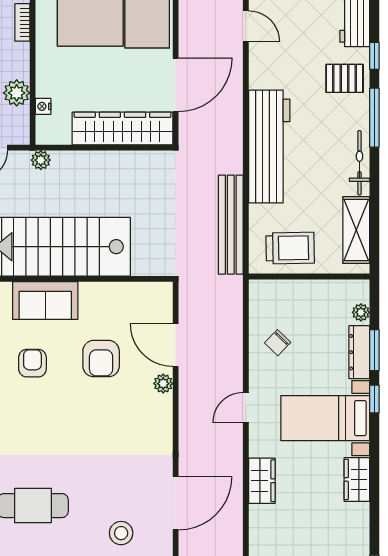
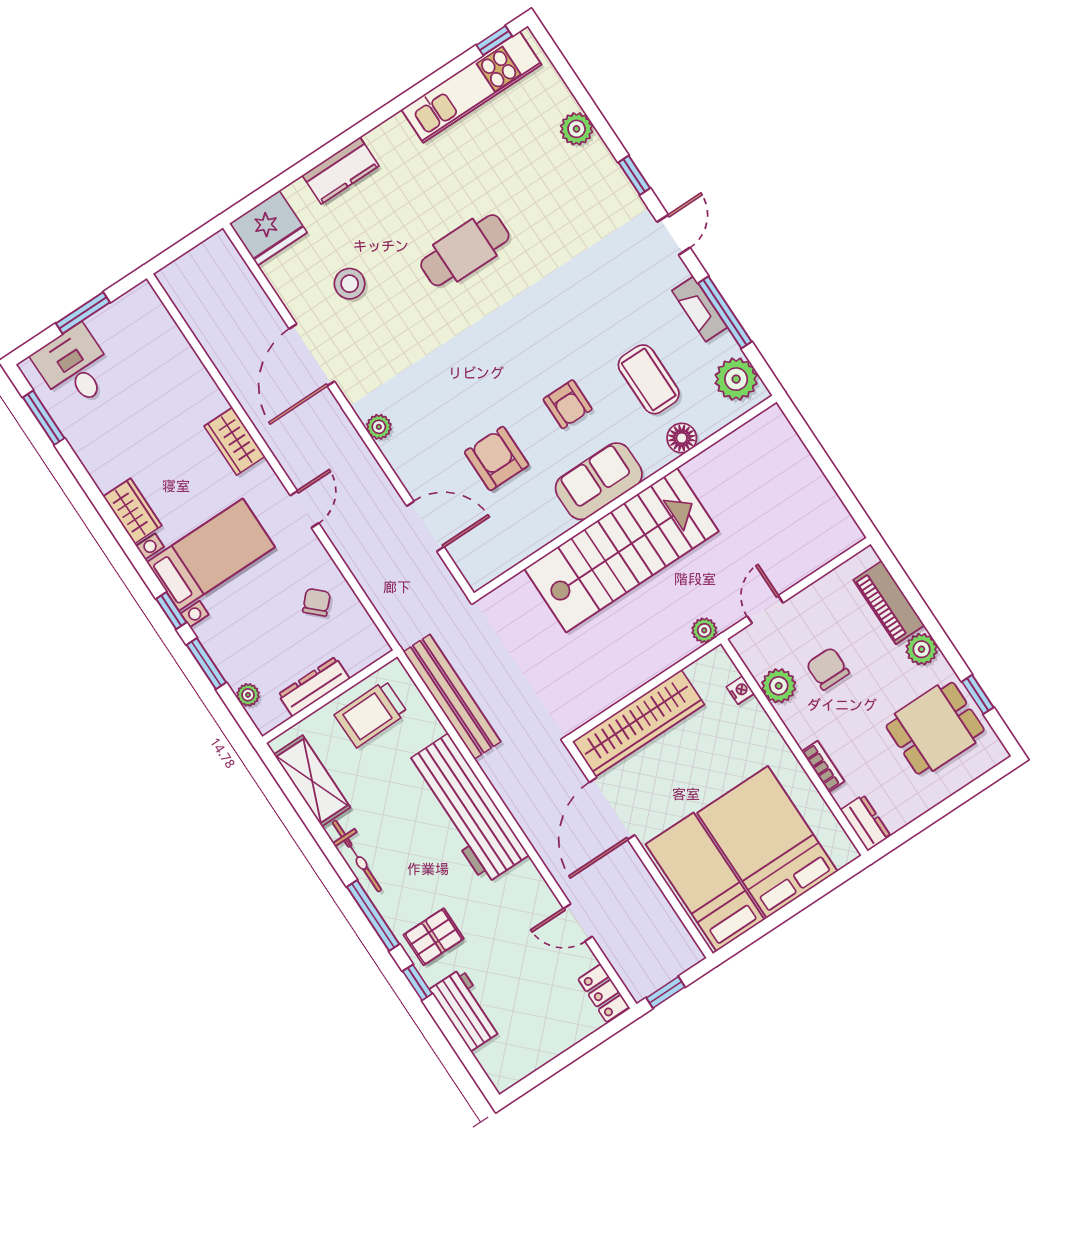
dresser: (359, 352) -> (314, 687), moved, turned -90
plant: (163, 384) -> (379, 427), moved

